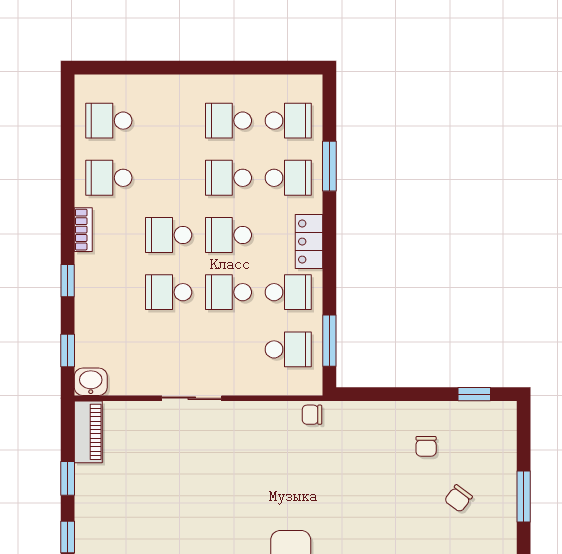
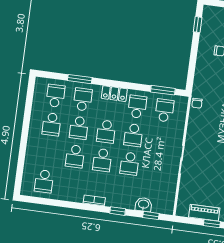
school desk: (109, 178) -> (75, 156), moved
washbasin: (91, 382) -> (144, 205), moved, turned 90
piano: (88, 432) -> (204, 213), moved

